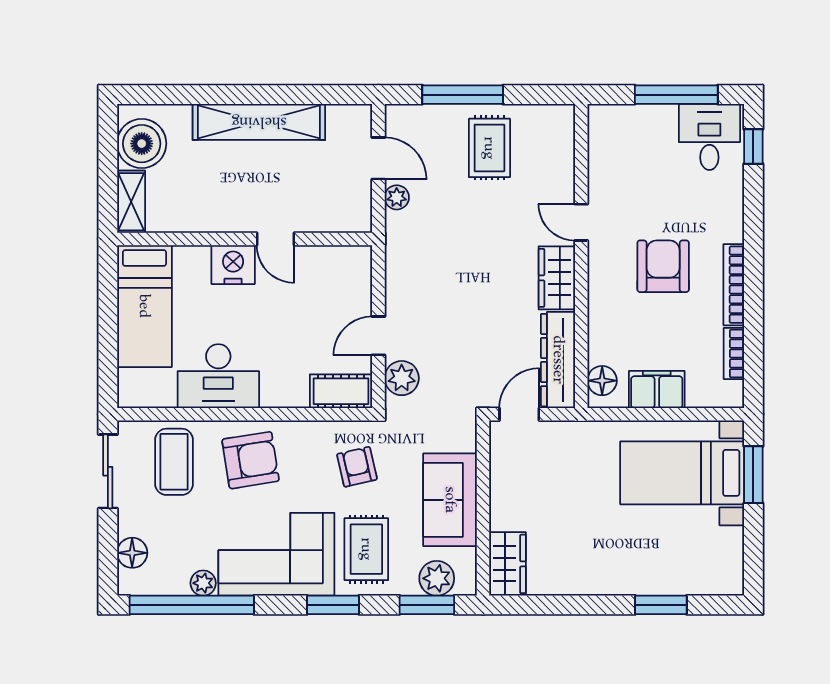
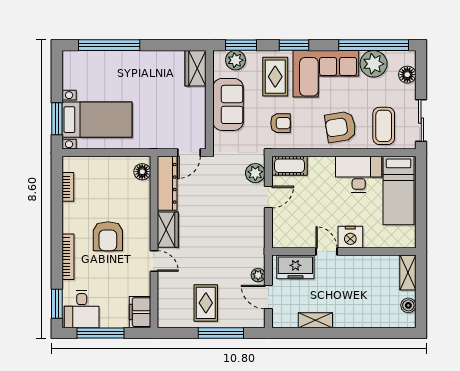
shelving: (259, 122) -> (315, 320), width x0.45, depth x0.75
boiler: (142, 144) -> (408, 305), width x0.54, depth x0.54
window: (753, 146) -> (57, 304), width x1.50
freezer: (330, 212) -> (295, 267), added
bookcase: (734, 285) -> (68, 257), moved
bed: (144, 306) -> (399, 190), moved, turned 180
filing cabinet: (657, 390) -> (140, 312), moved, turned 90
armchair: (357, 467) -> (280, 123), turned -77
plant: (203, 583) -> (374, 64), width x1.88, depth x1.88
window: (661, 605) -> (109, 45), width x2.11

